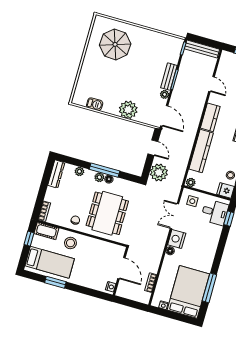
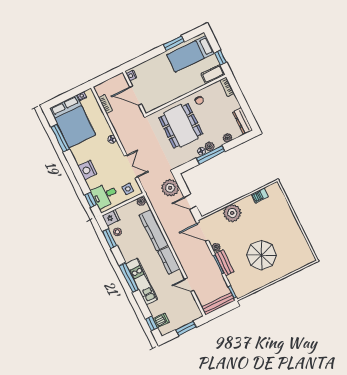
parasol: (115, 44) -> (261, 255), moved
nightstand: (177, 239) -> (87, 170), moved, turned 180
stool: (70, 243) -> (188, 81), removed

